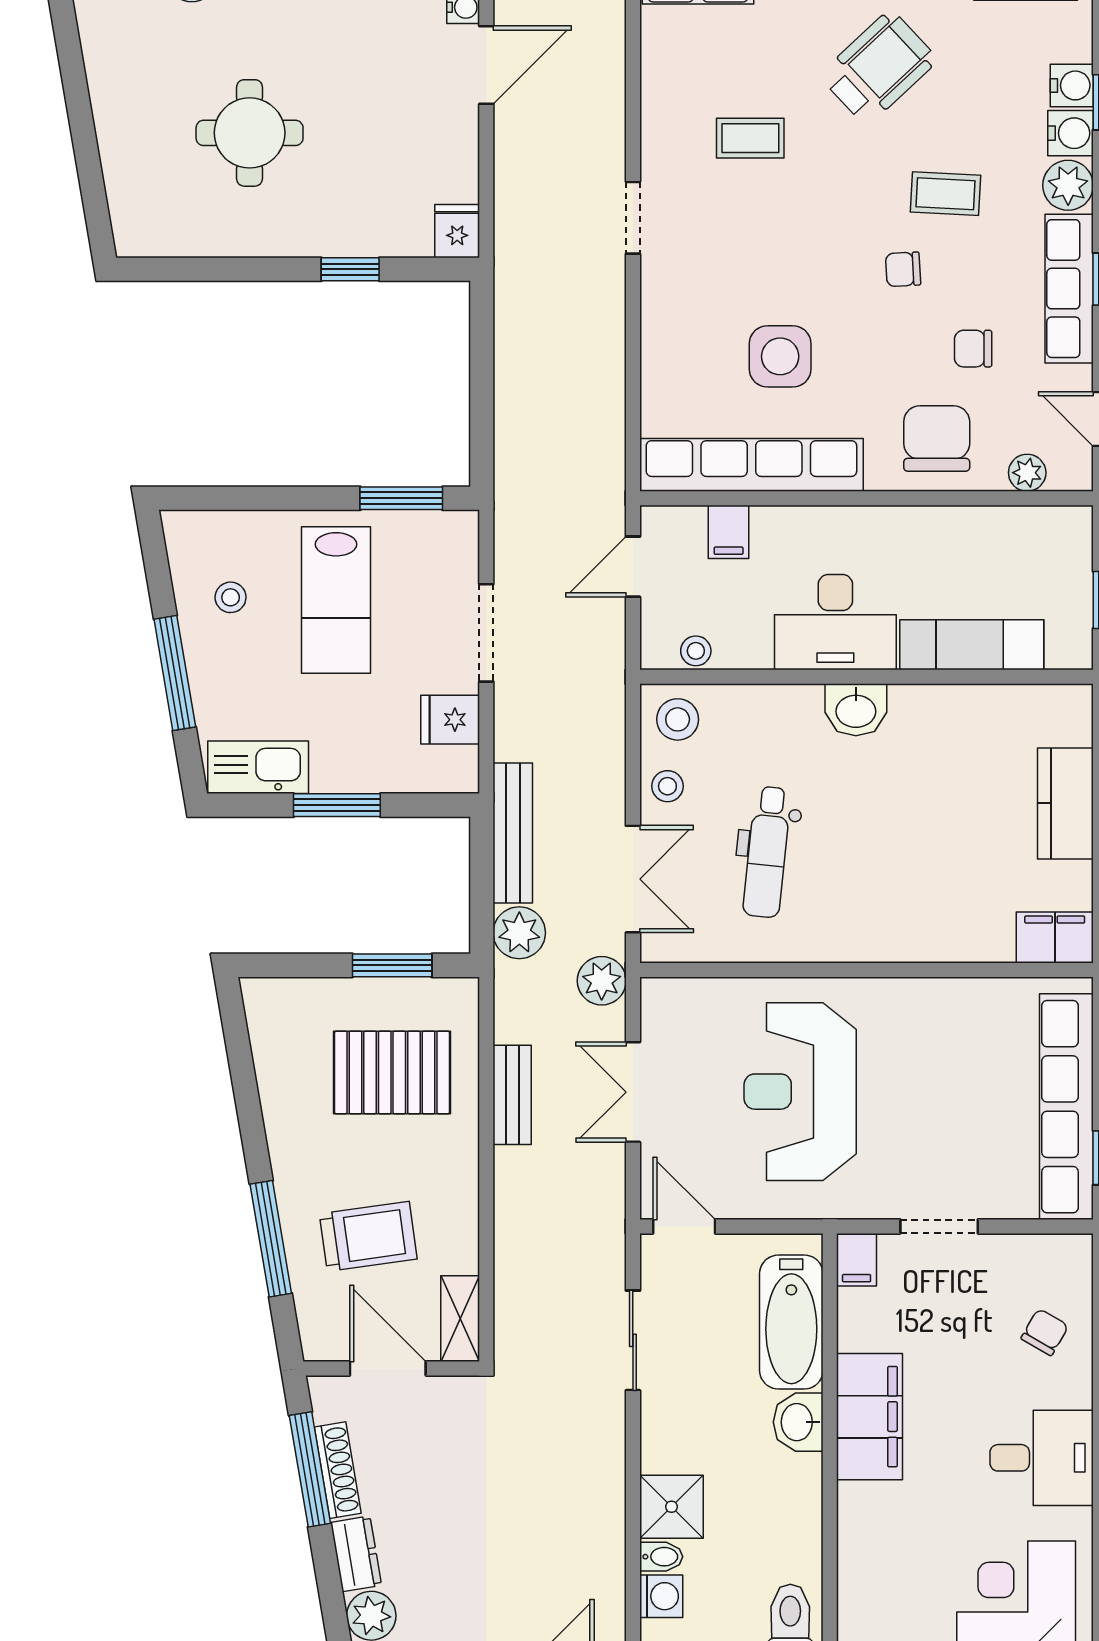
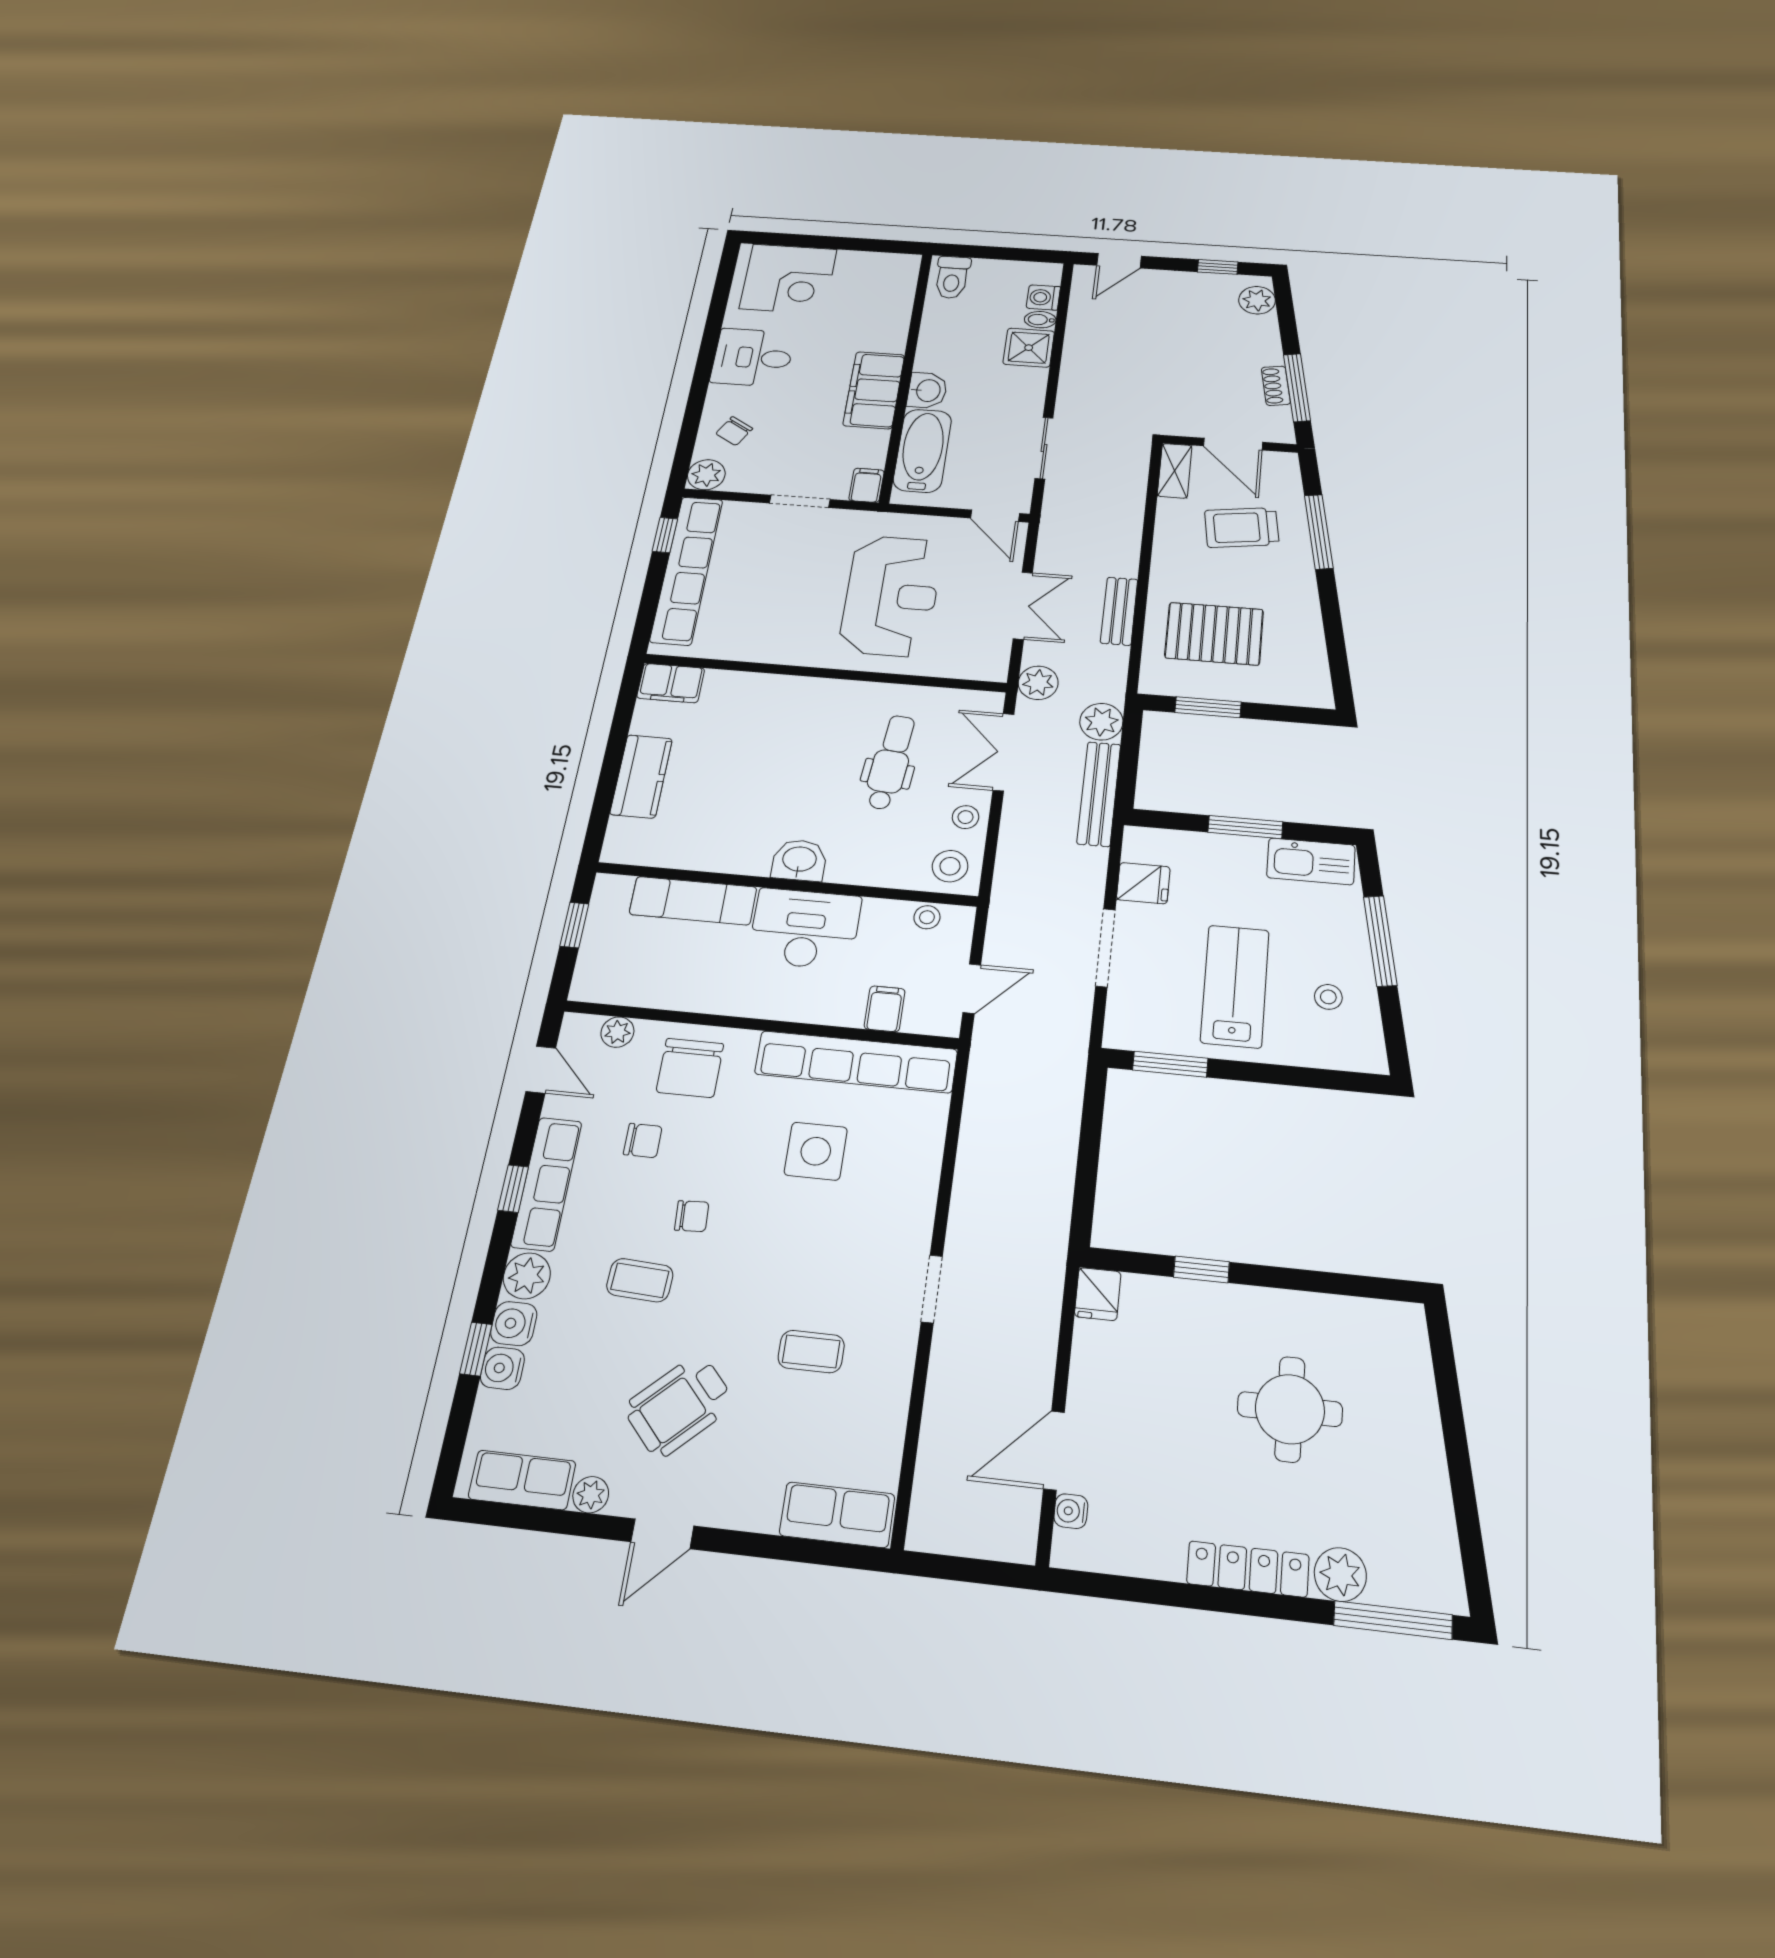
plant: (1069, 1258) -> (706, 475), added
shoe rack: (338, 1470) -> (1276, 386), width x0.70
dresser: (356, 1554) -> (1266, 336), removed

